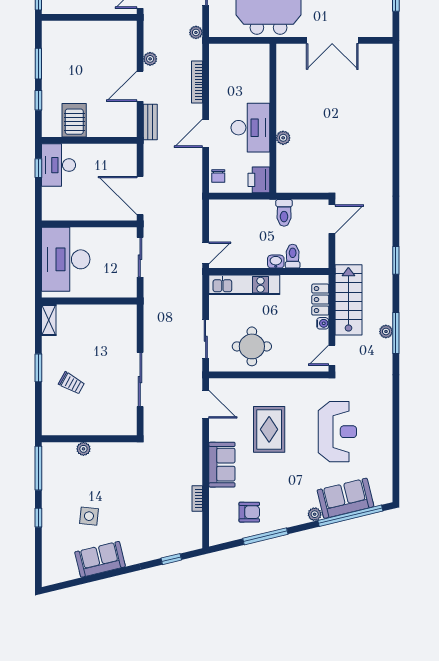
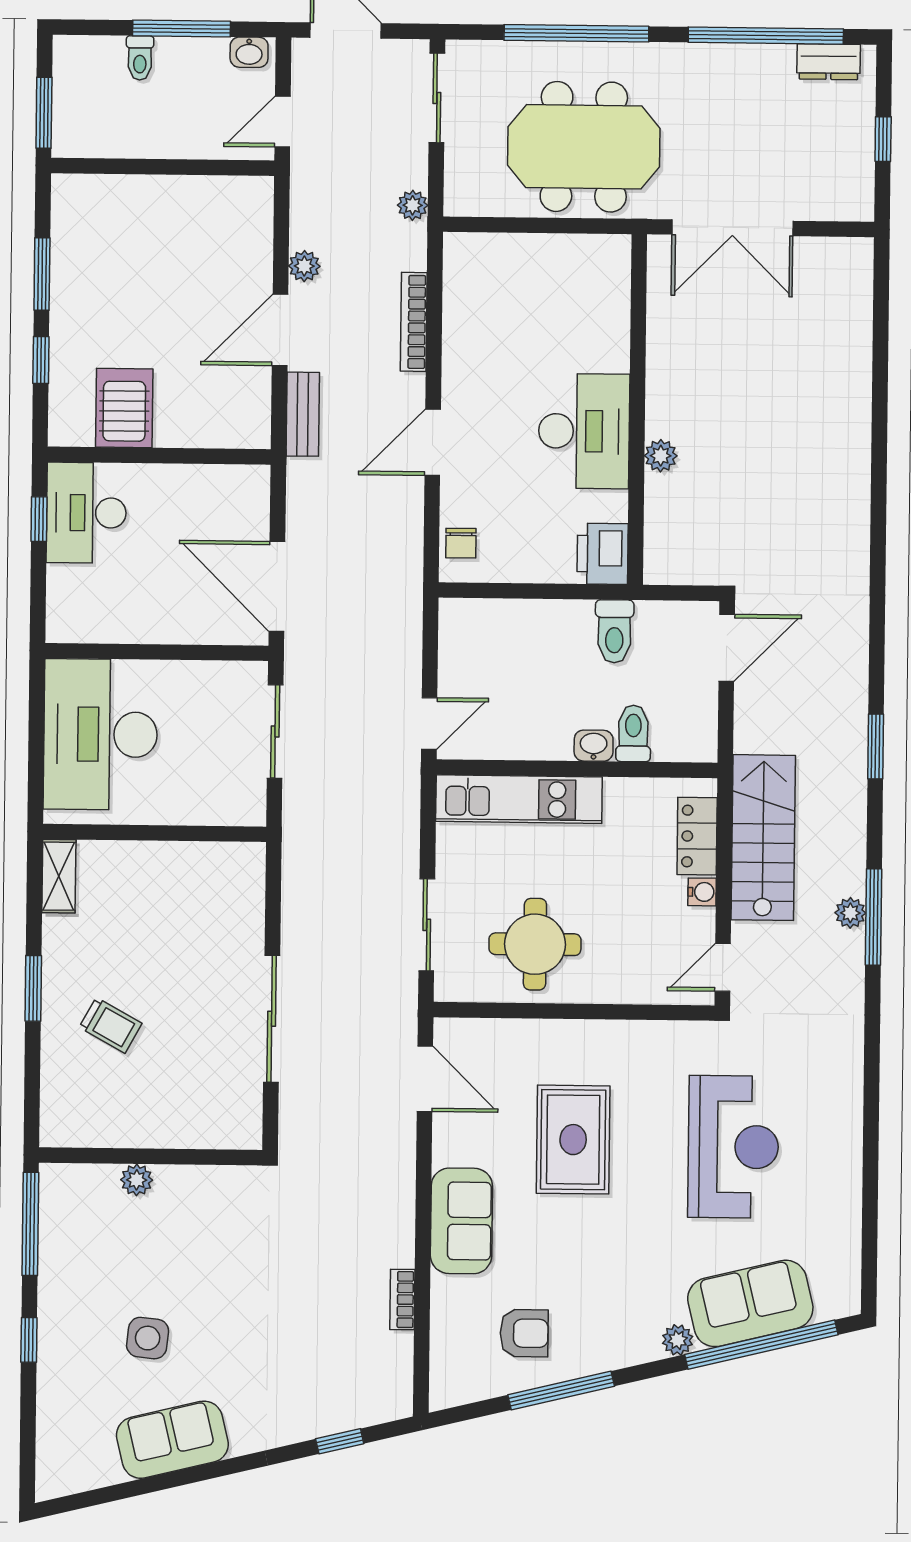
wall: (273, 118) -> (637, 409), moved
desk: (250, 128) -> (584, 431), moved
plant: (283, 138) -> (661, 456), moved
printer: (259, 180) -> (602, 554), moved

